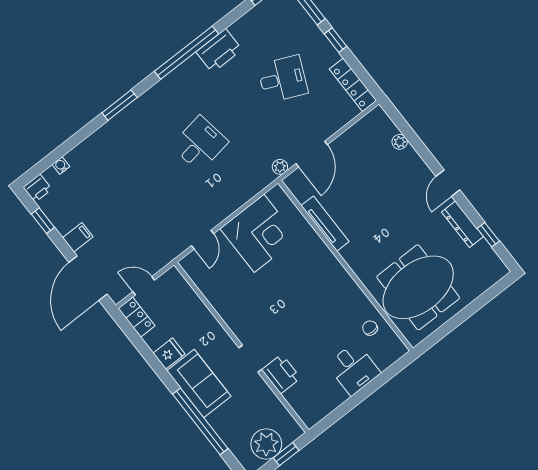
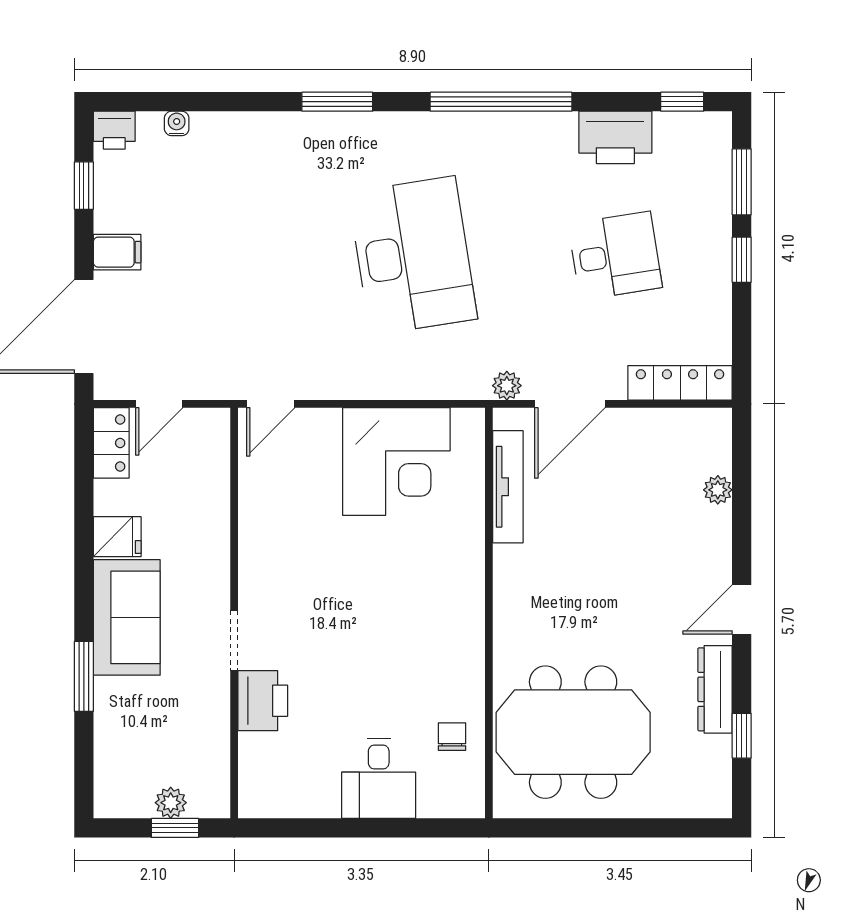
printer: (219, 51) -> (615, 137), moved
desk: (283, 79) -> (615, 256), turned -33
locker: (353, 85) -> (680, 383), moved, turned 90
desk: (200, 144) -> (413, 256), width x1.87, depth x1.30
tv unit: (325, 224) -> (508, 487), moved
door: (203, 240) -> (271, 404), moved
door: (144, 286) -> (159, 404), swing flipped
window: (200, 421) -> (84, 676), width x0.47
plant: (266, 444) -> (171, 803), width x0.53, depth x0.53

